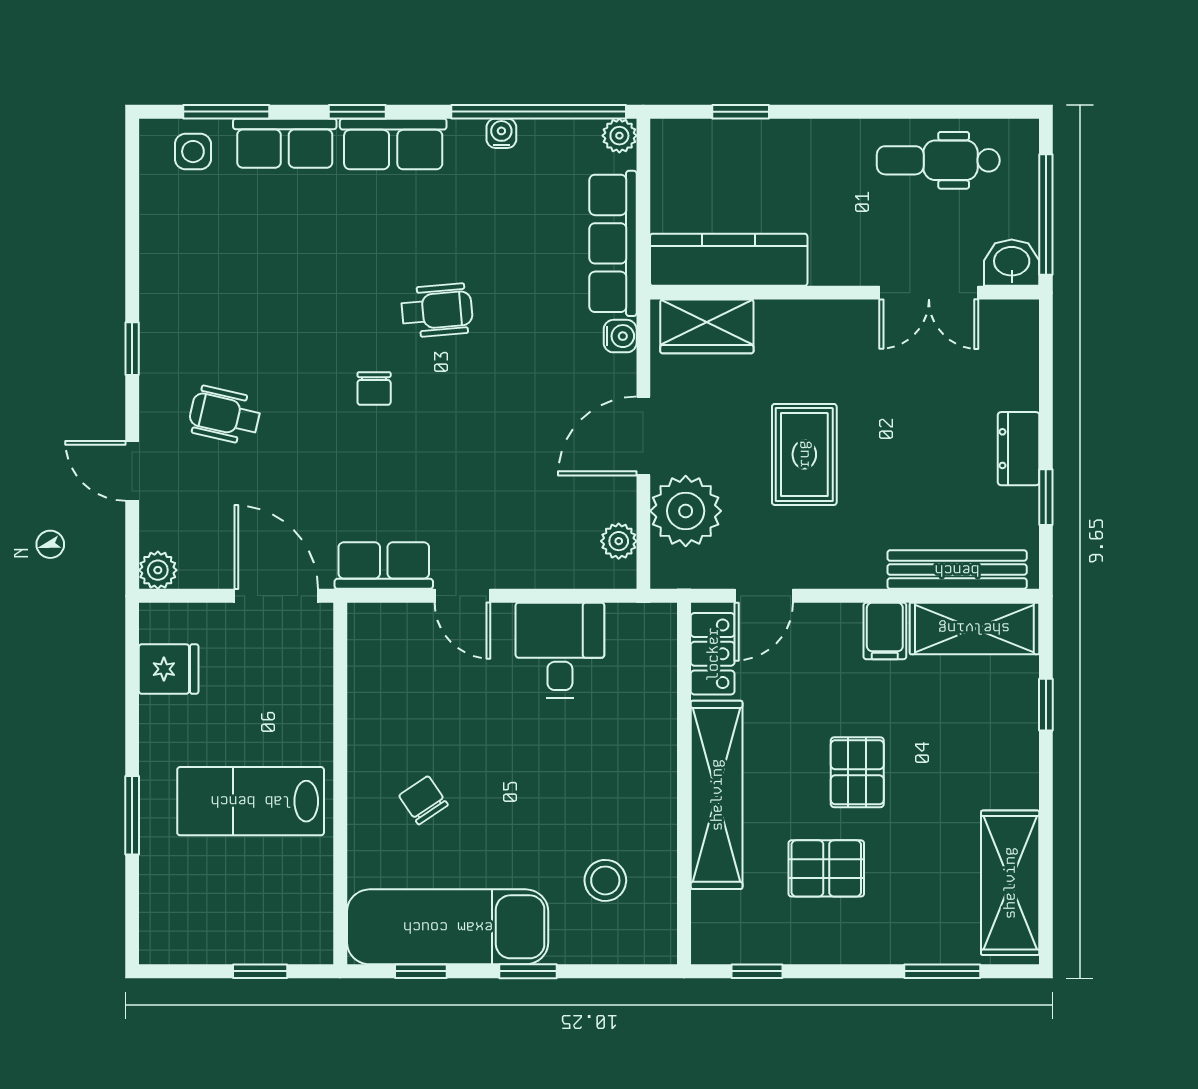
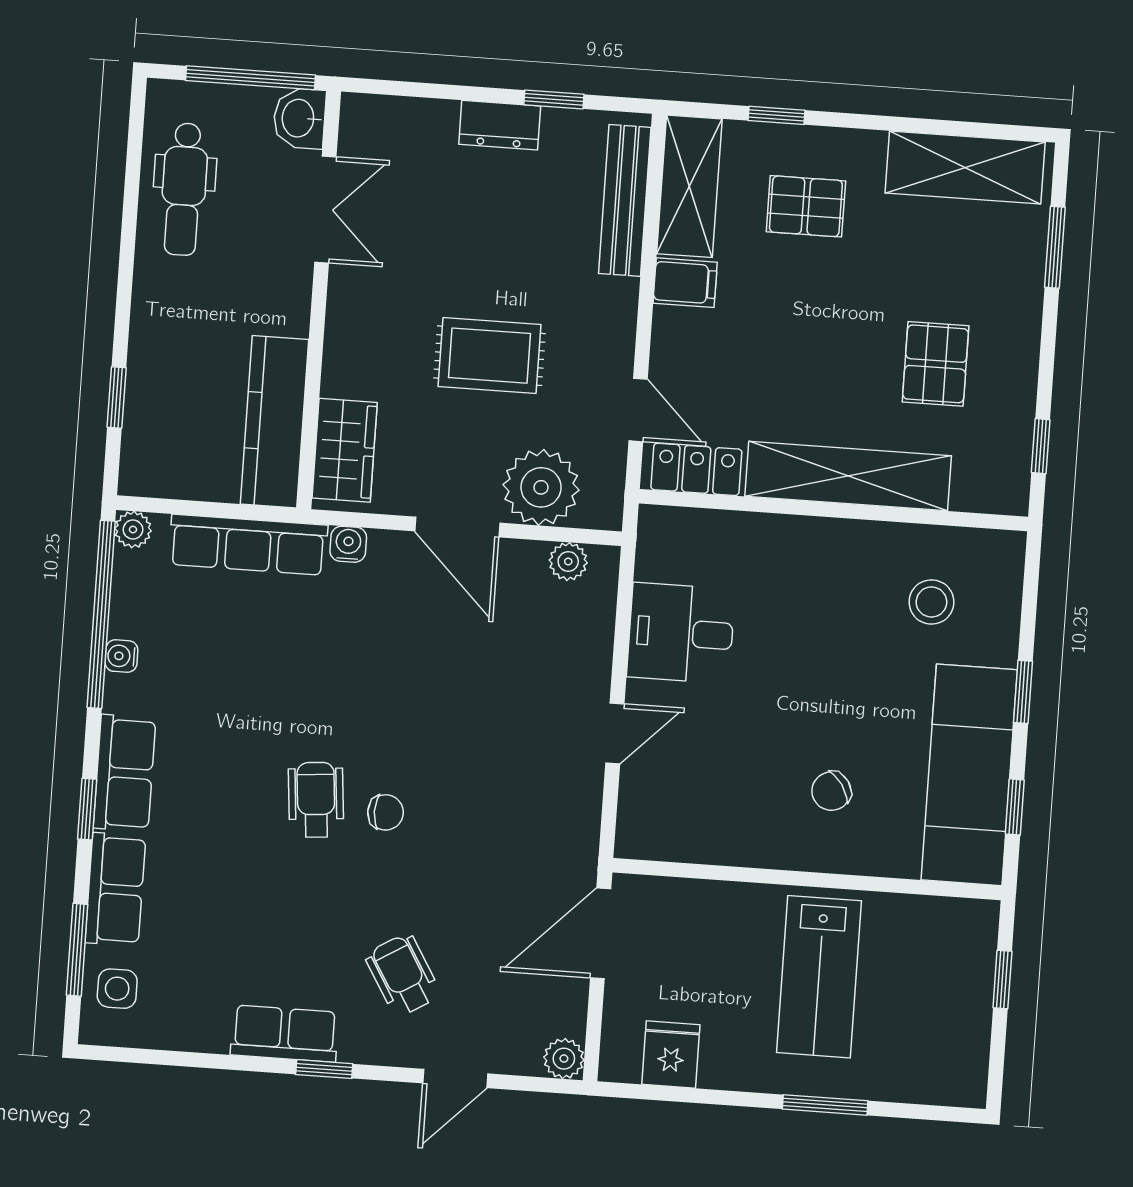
wheelchair: (437, 310) -> (316, 800), moved
wheelchair: (225, 415) -> (403, 975), turned 136
row of seats: (384, 566) -> (285, 1034), moved, turned 90
pallet: (857, 772) -> (806, 206), moved

